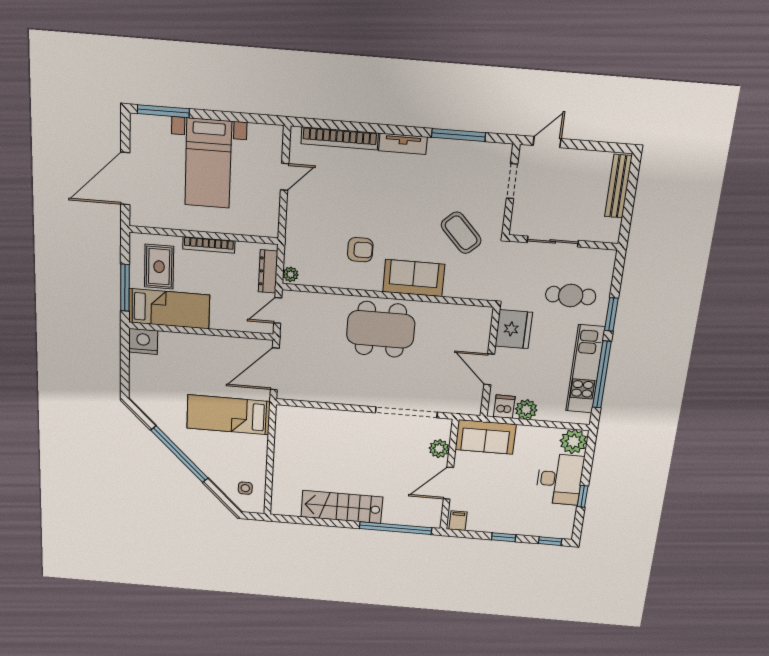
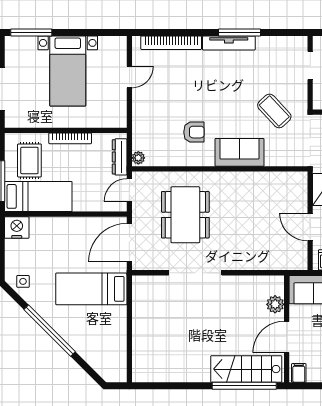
window: (458, 135) -> (239, 33), moved
tv unit: (403, 144) -> (229, 43), width x1.41
dining table: (381, 329) -> (185, 215), moved, turned 90
doorway: (406, 412) -> (195, 273), moved
side table: (245, 488) -> (23, 281), moved
stairs: (342, 507) -> (246, 369), moved

